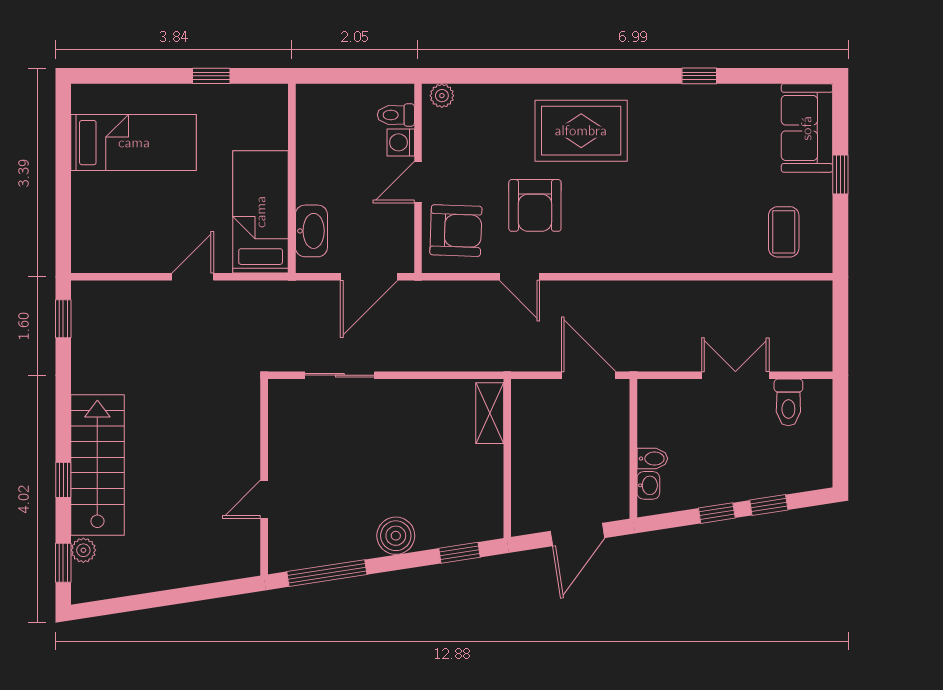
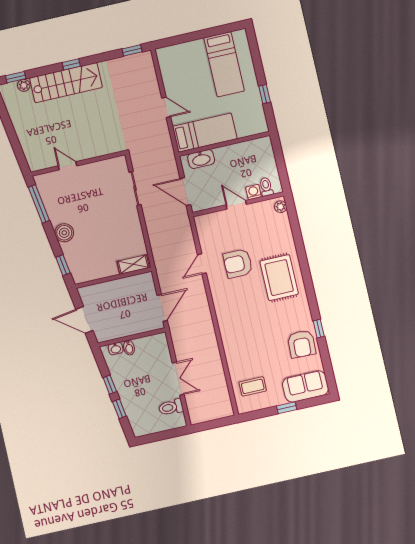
armchair: (456, 231) -> (302, 344), moved
window: (63, 480) -> (71, 64), moved

